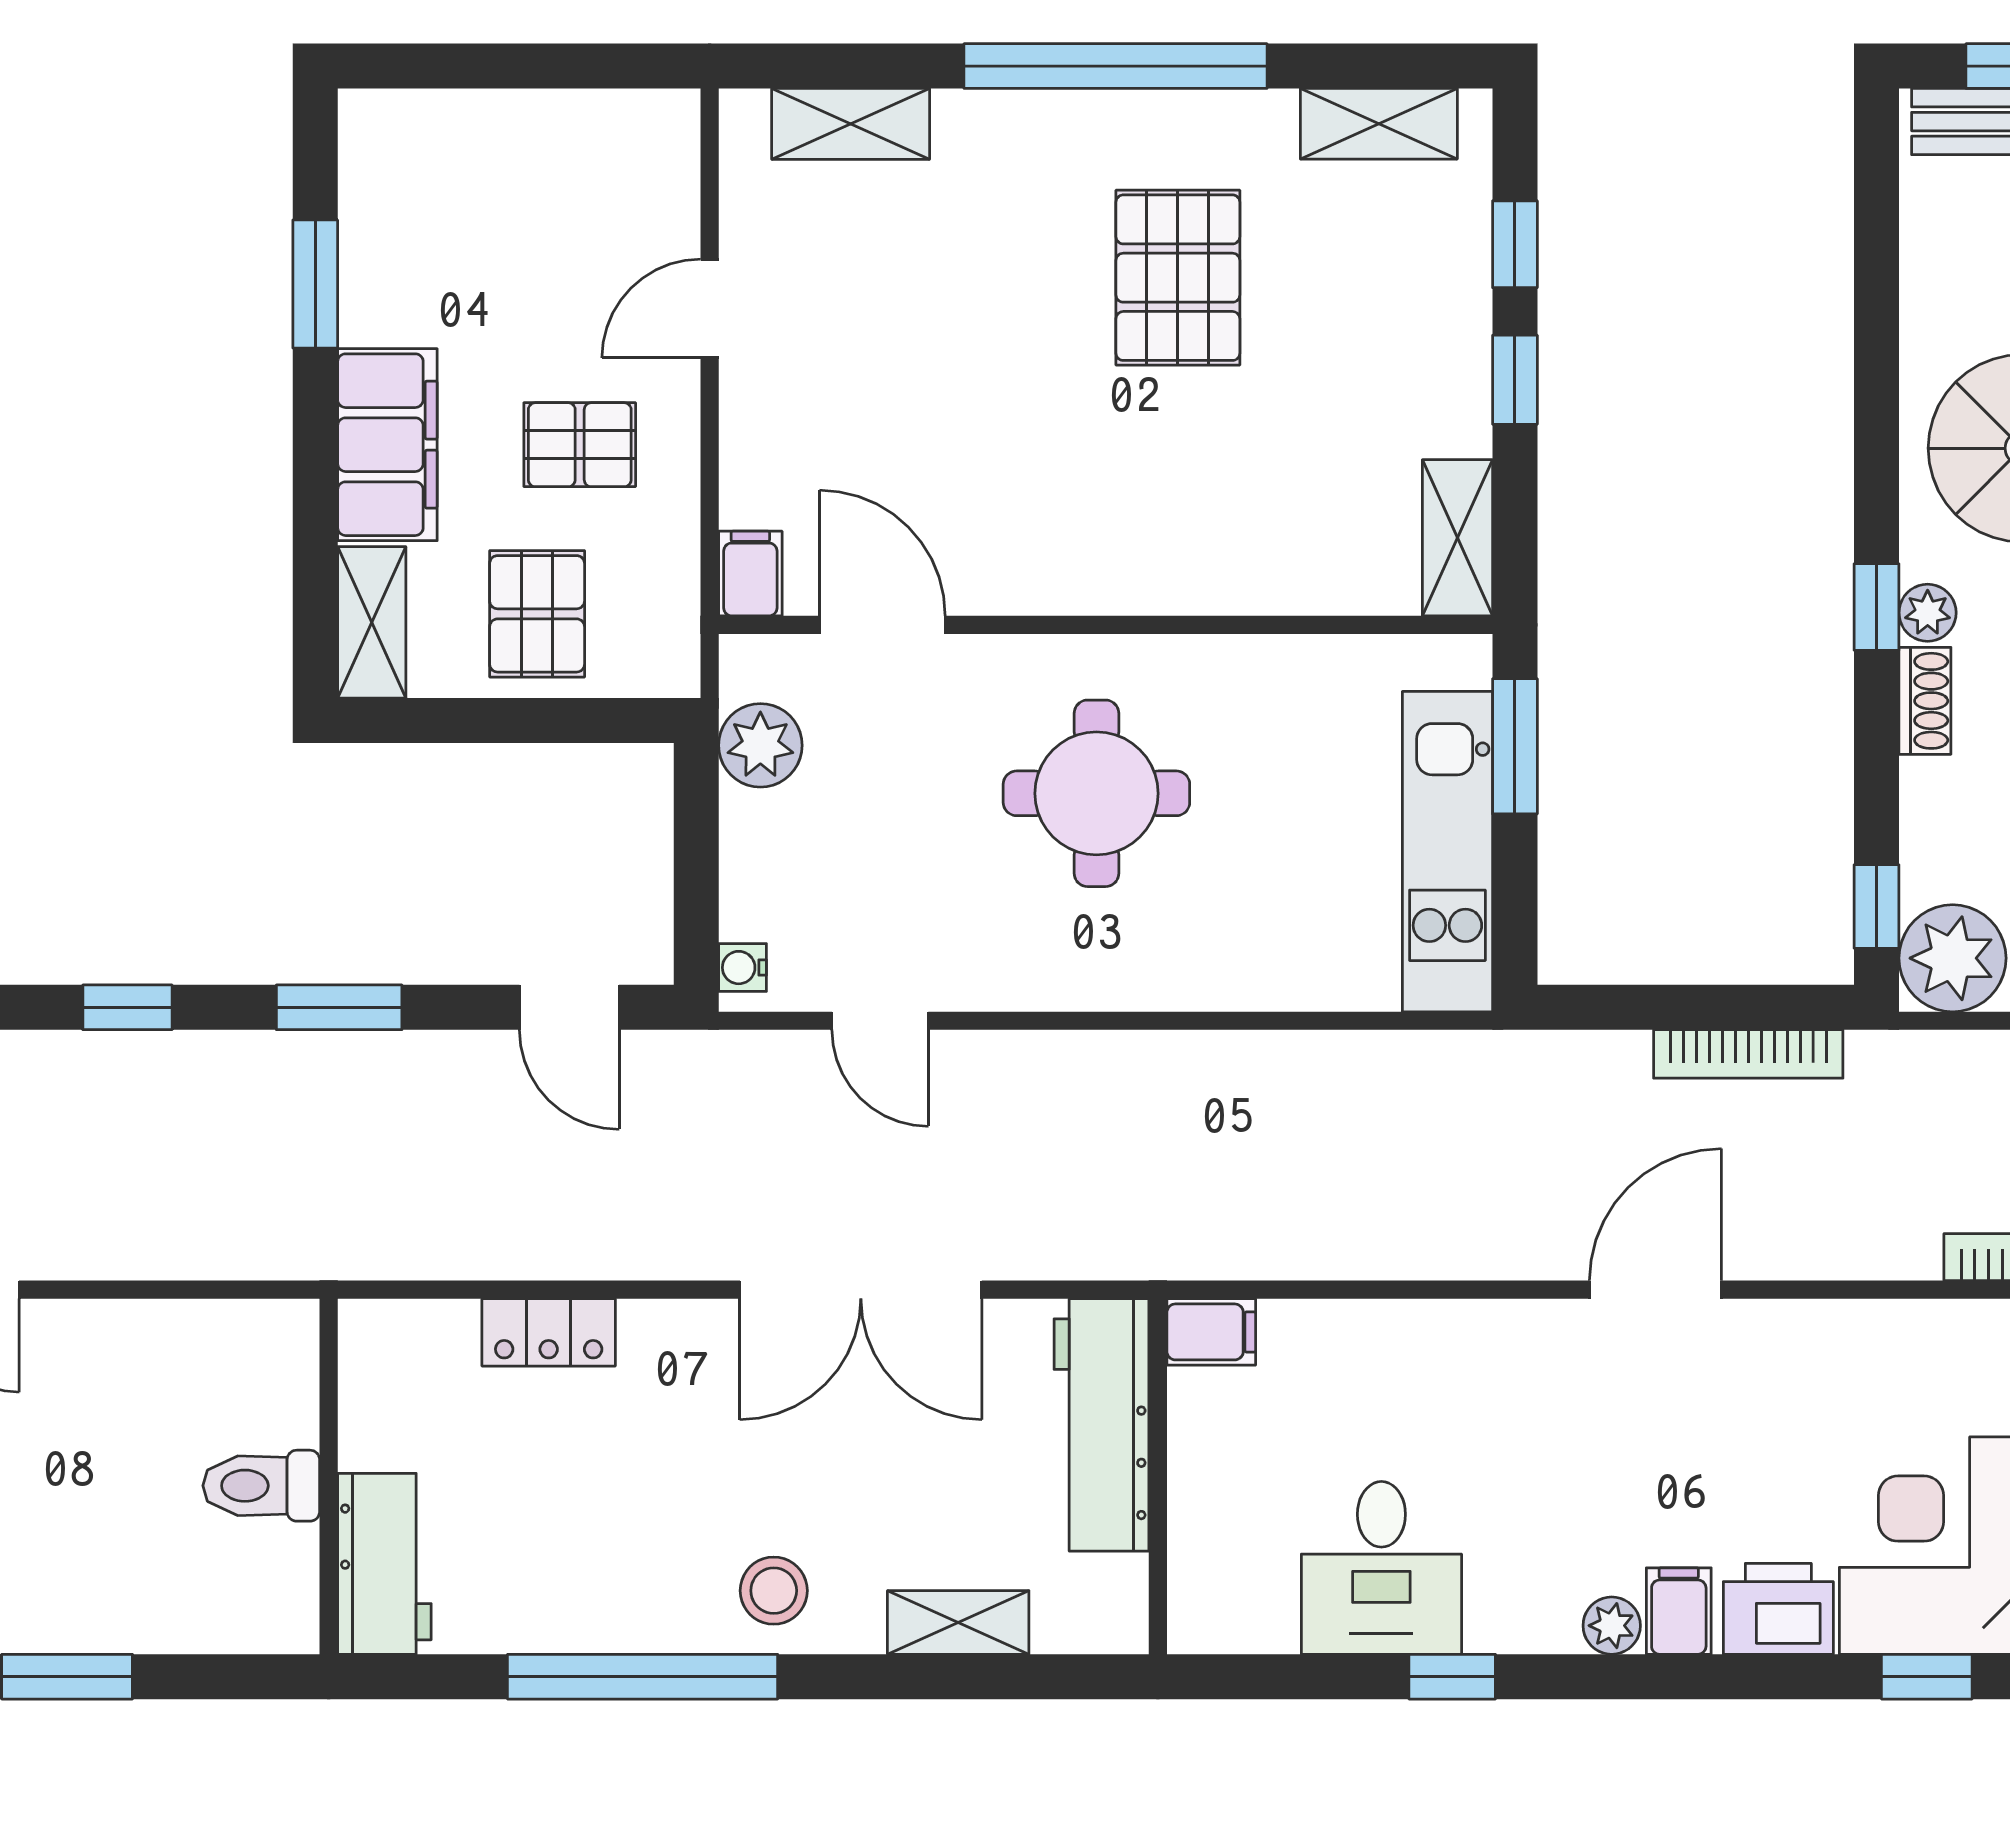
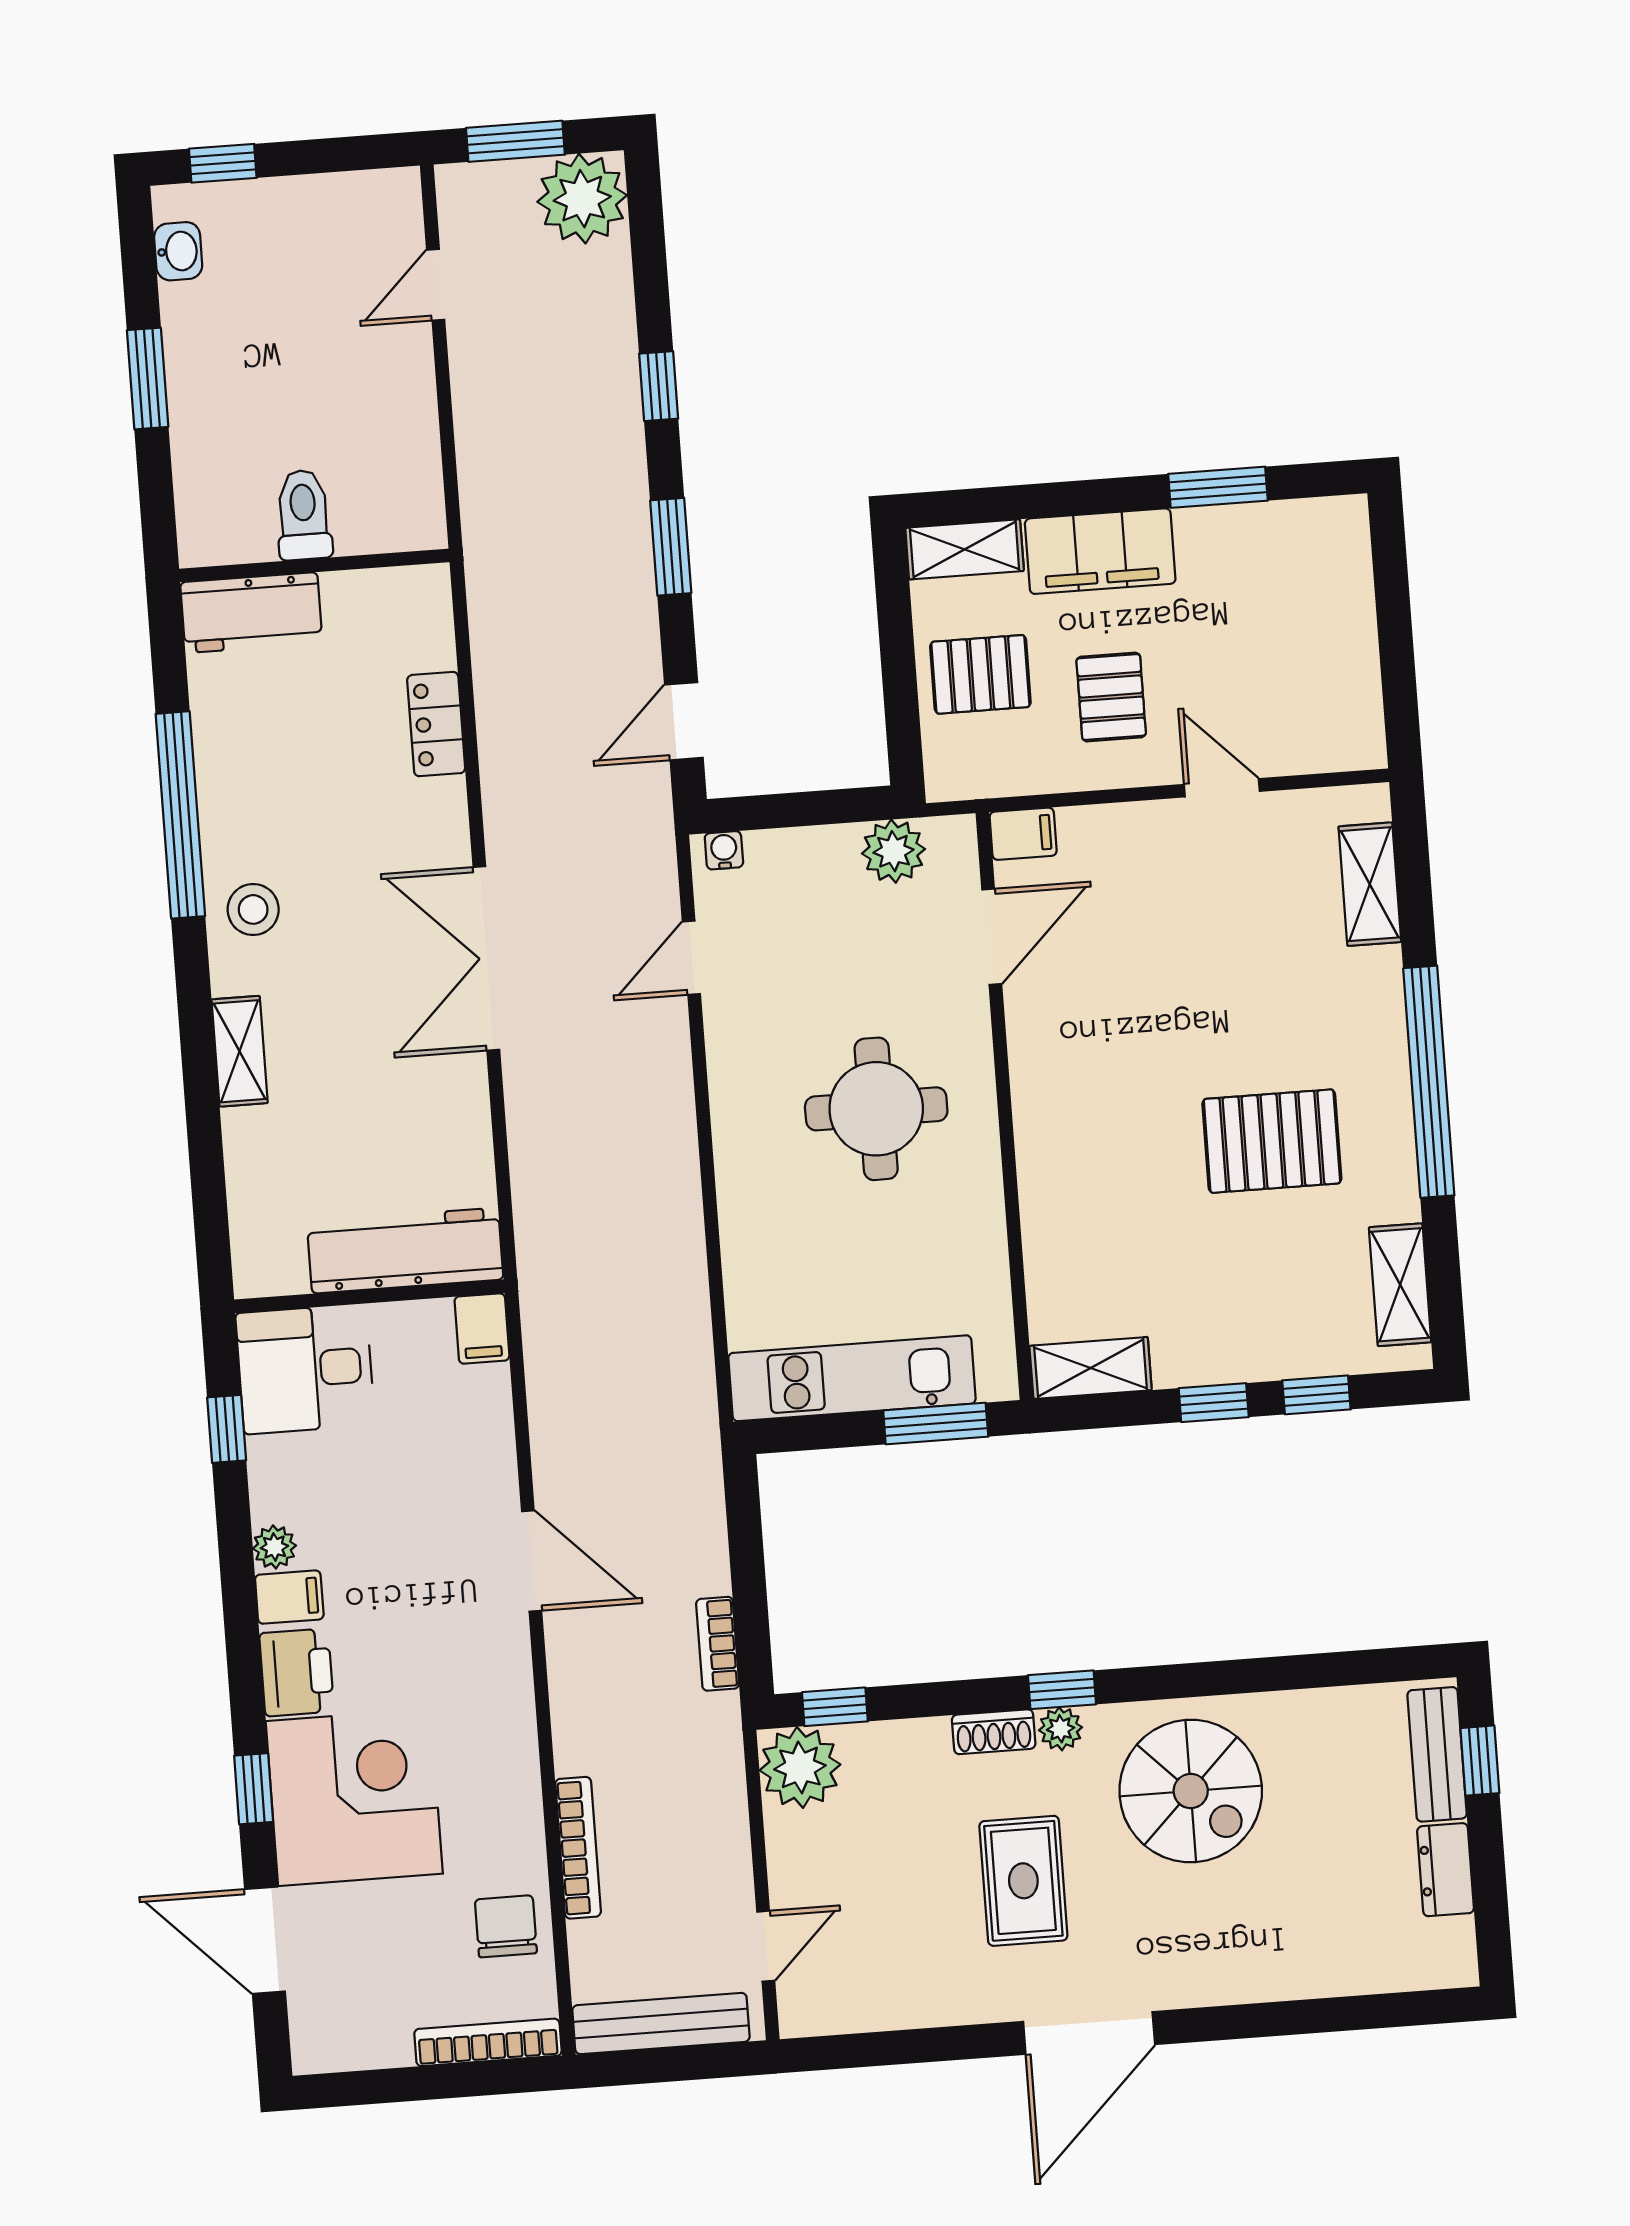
bookcase: (1748, 1054) -> (718, 1644), width x0.64
filing cabinet: (1211, 1332) -> (482, 1329), moved
workbench: (1101, 1425) -> (405, 1251), moved
wall: (1158, 1476) -> (369, 1296), moved

